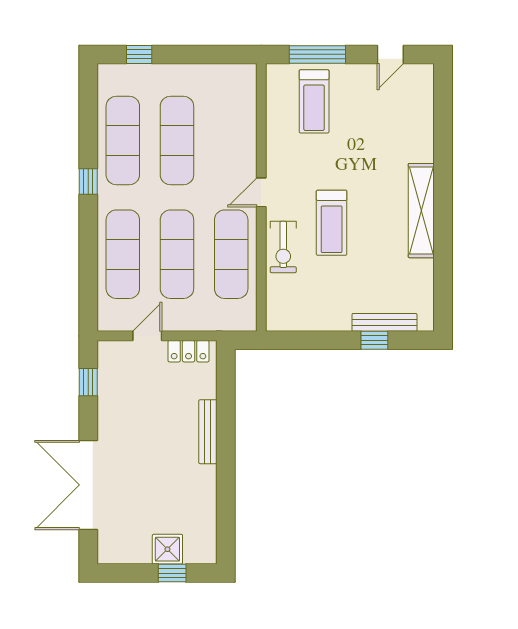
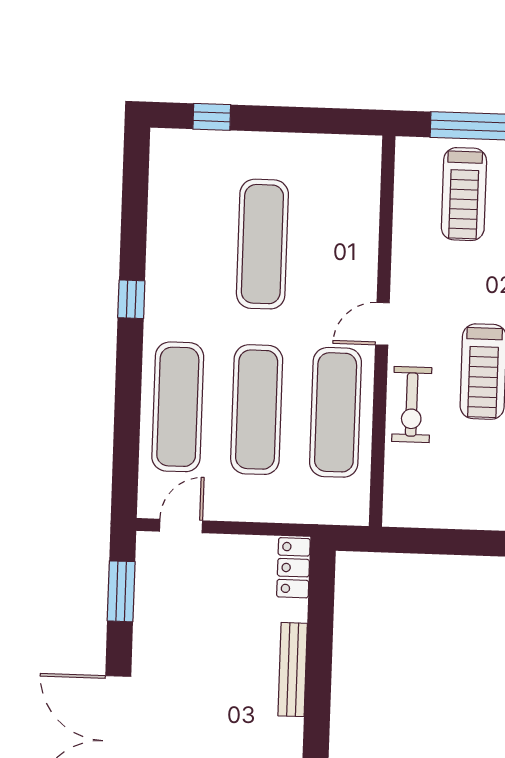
exercise mat: (123, 141) -> (184, 241), removed
door: (147, 336) -> (181, 526), moved
locker: (189, 351) -> (293, 568), moved, turned 90
window: (88, 382) -> (121, 591), width x1.50

